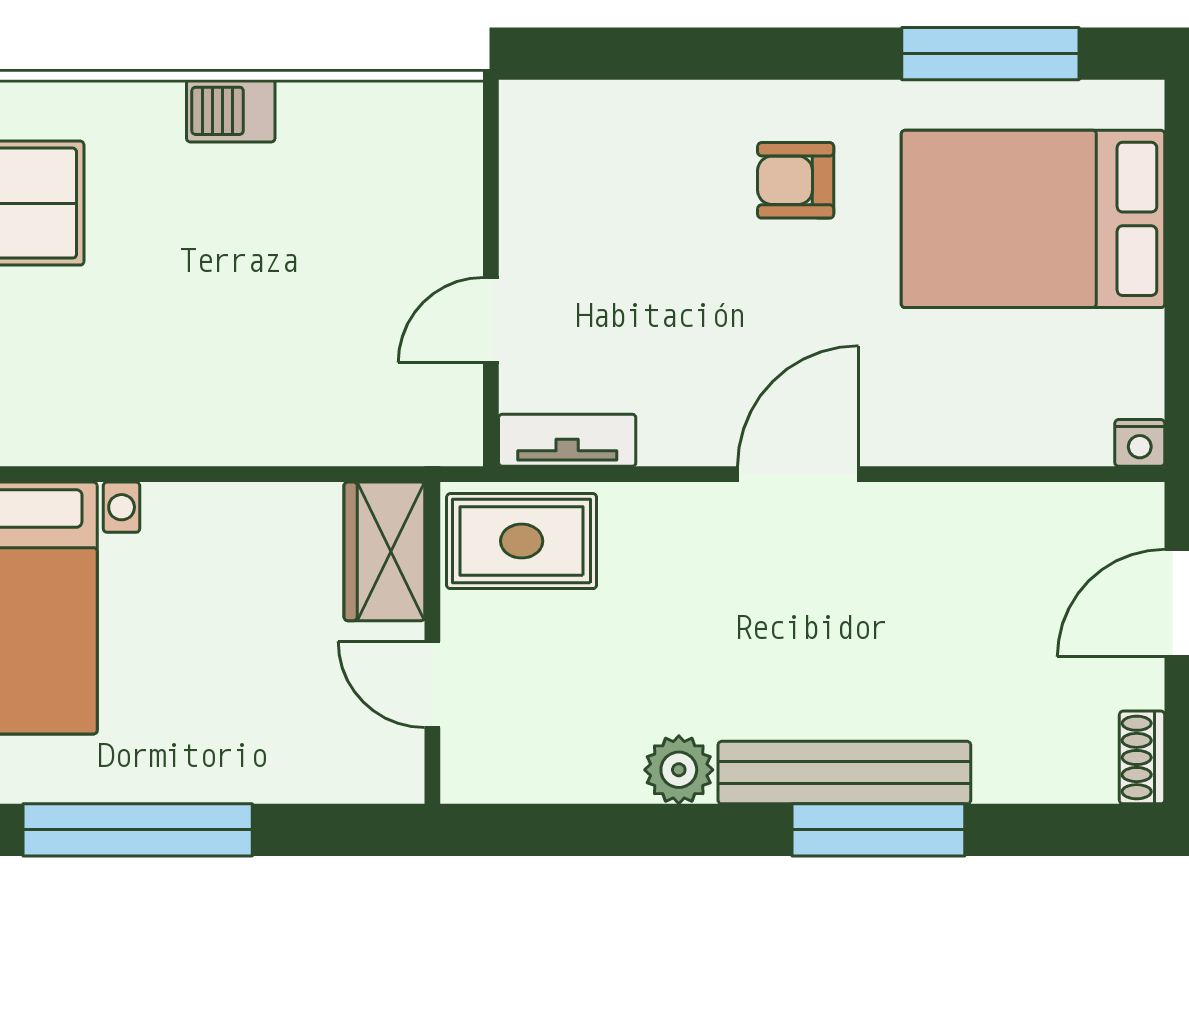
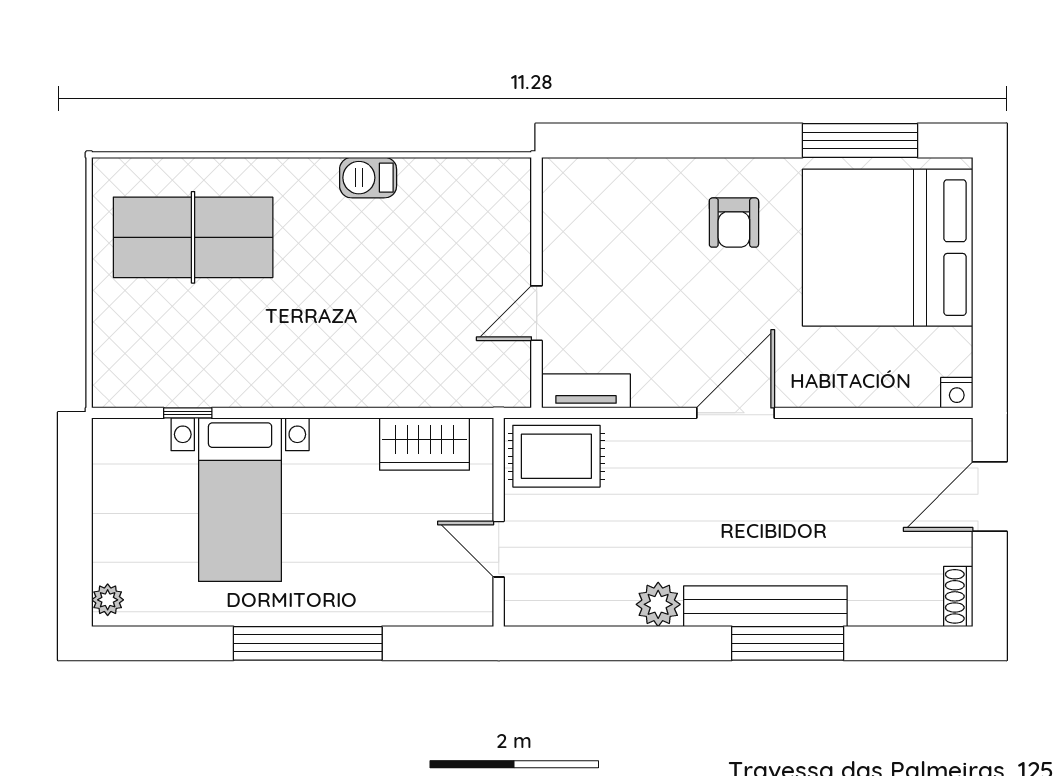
armchair: (796, 180) -> (734, 223), turned -90
bed: (1033, 219) -> (888, 248), width x1.36
wardrobe: (384, 551) -> (424, 444), moved, turned -90

